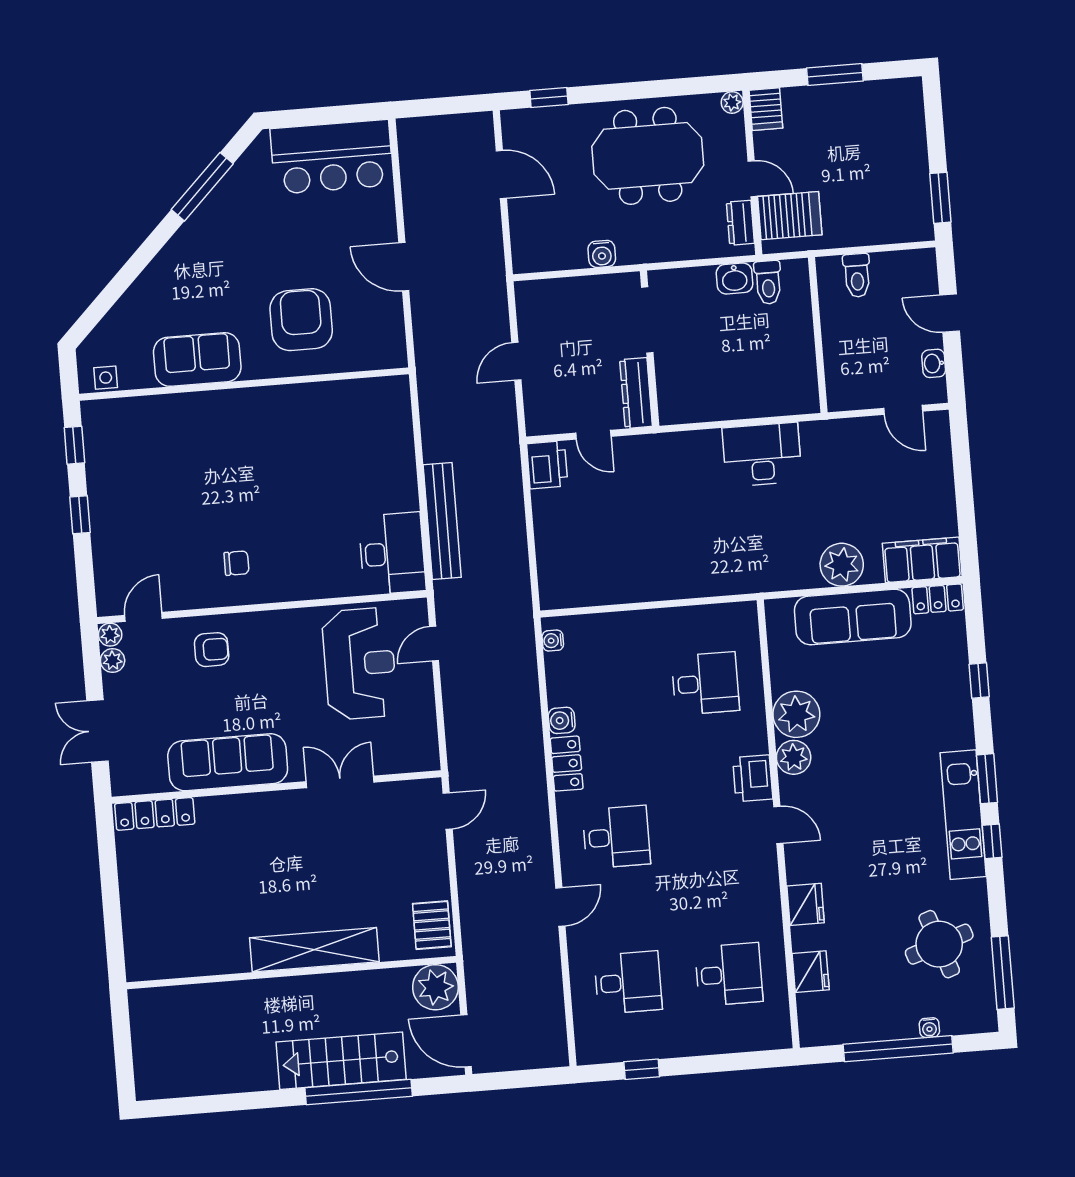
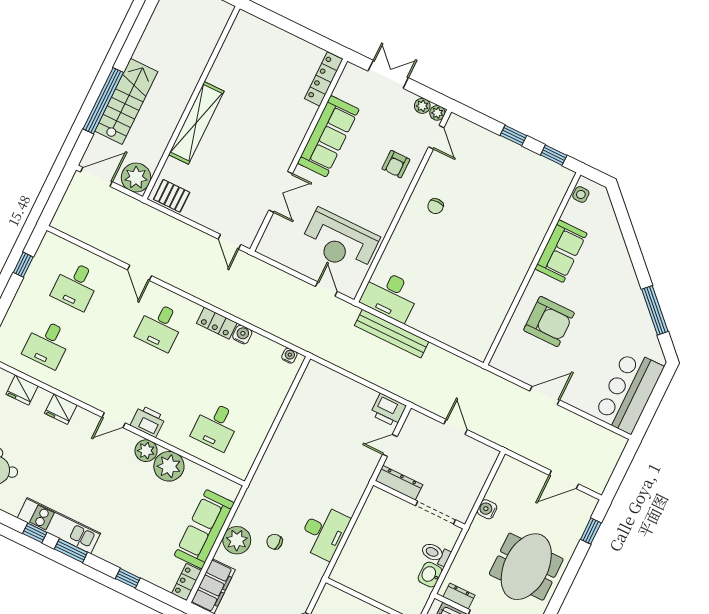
toilet: (768, 282) -> (436, 554), moved
chair: (814, 513) -> (275, 542), added

